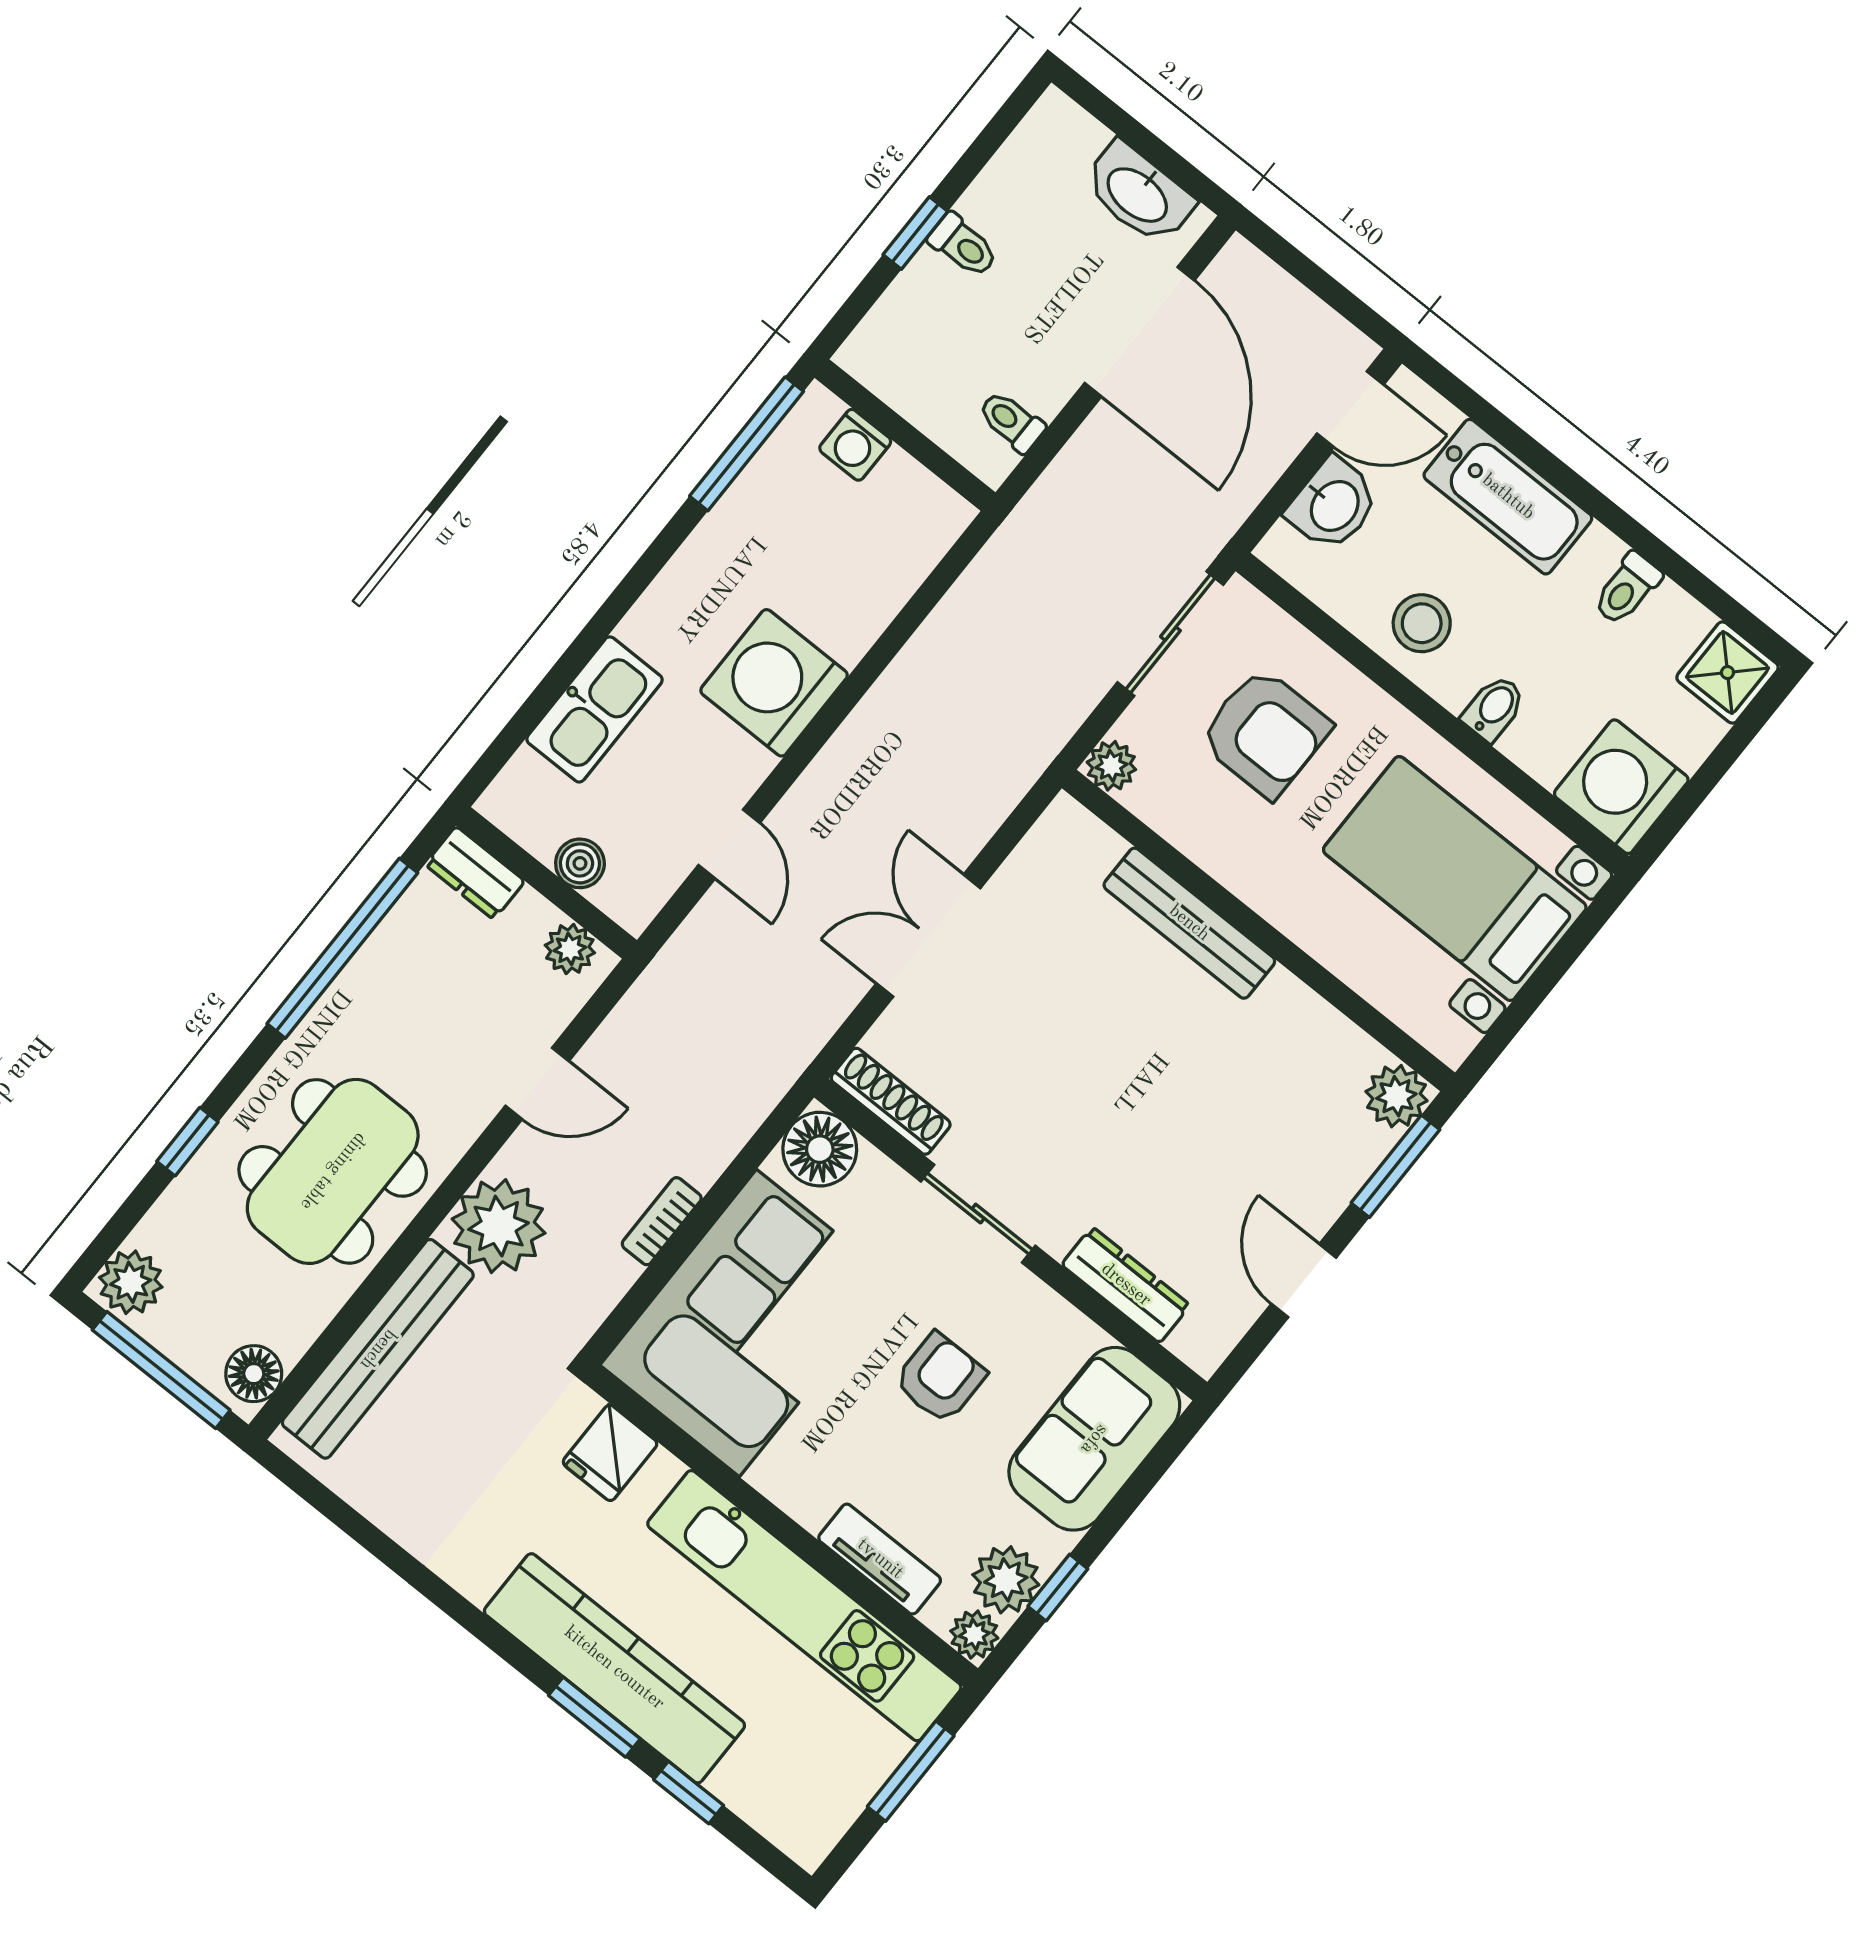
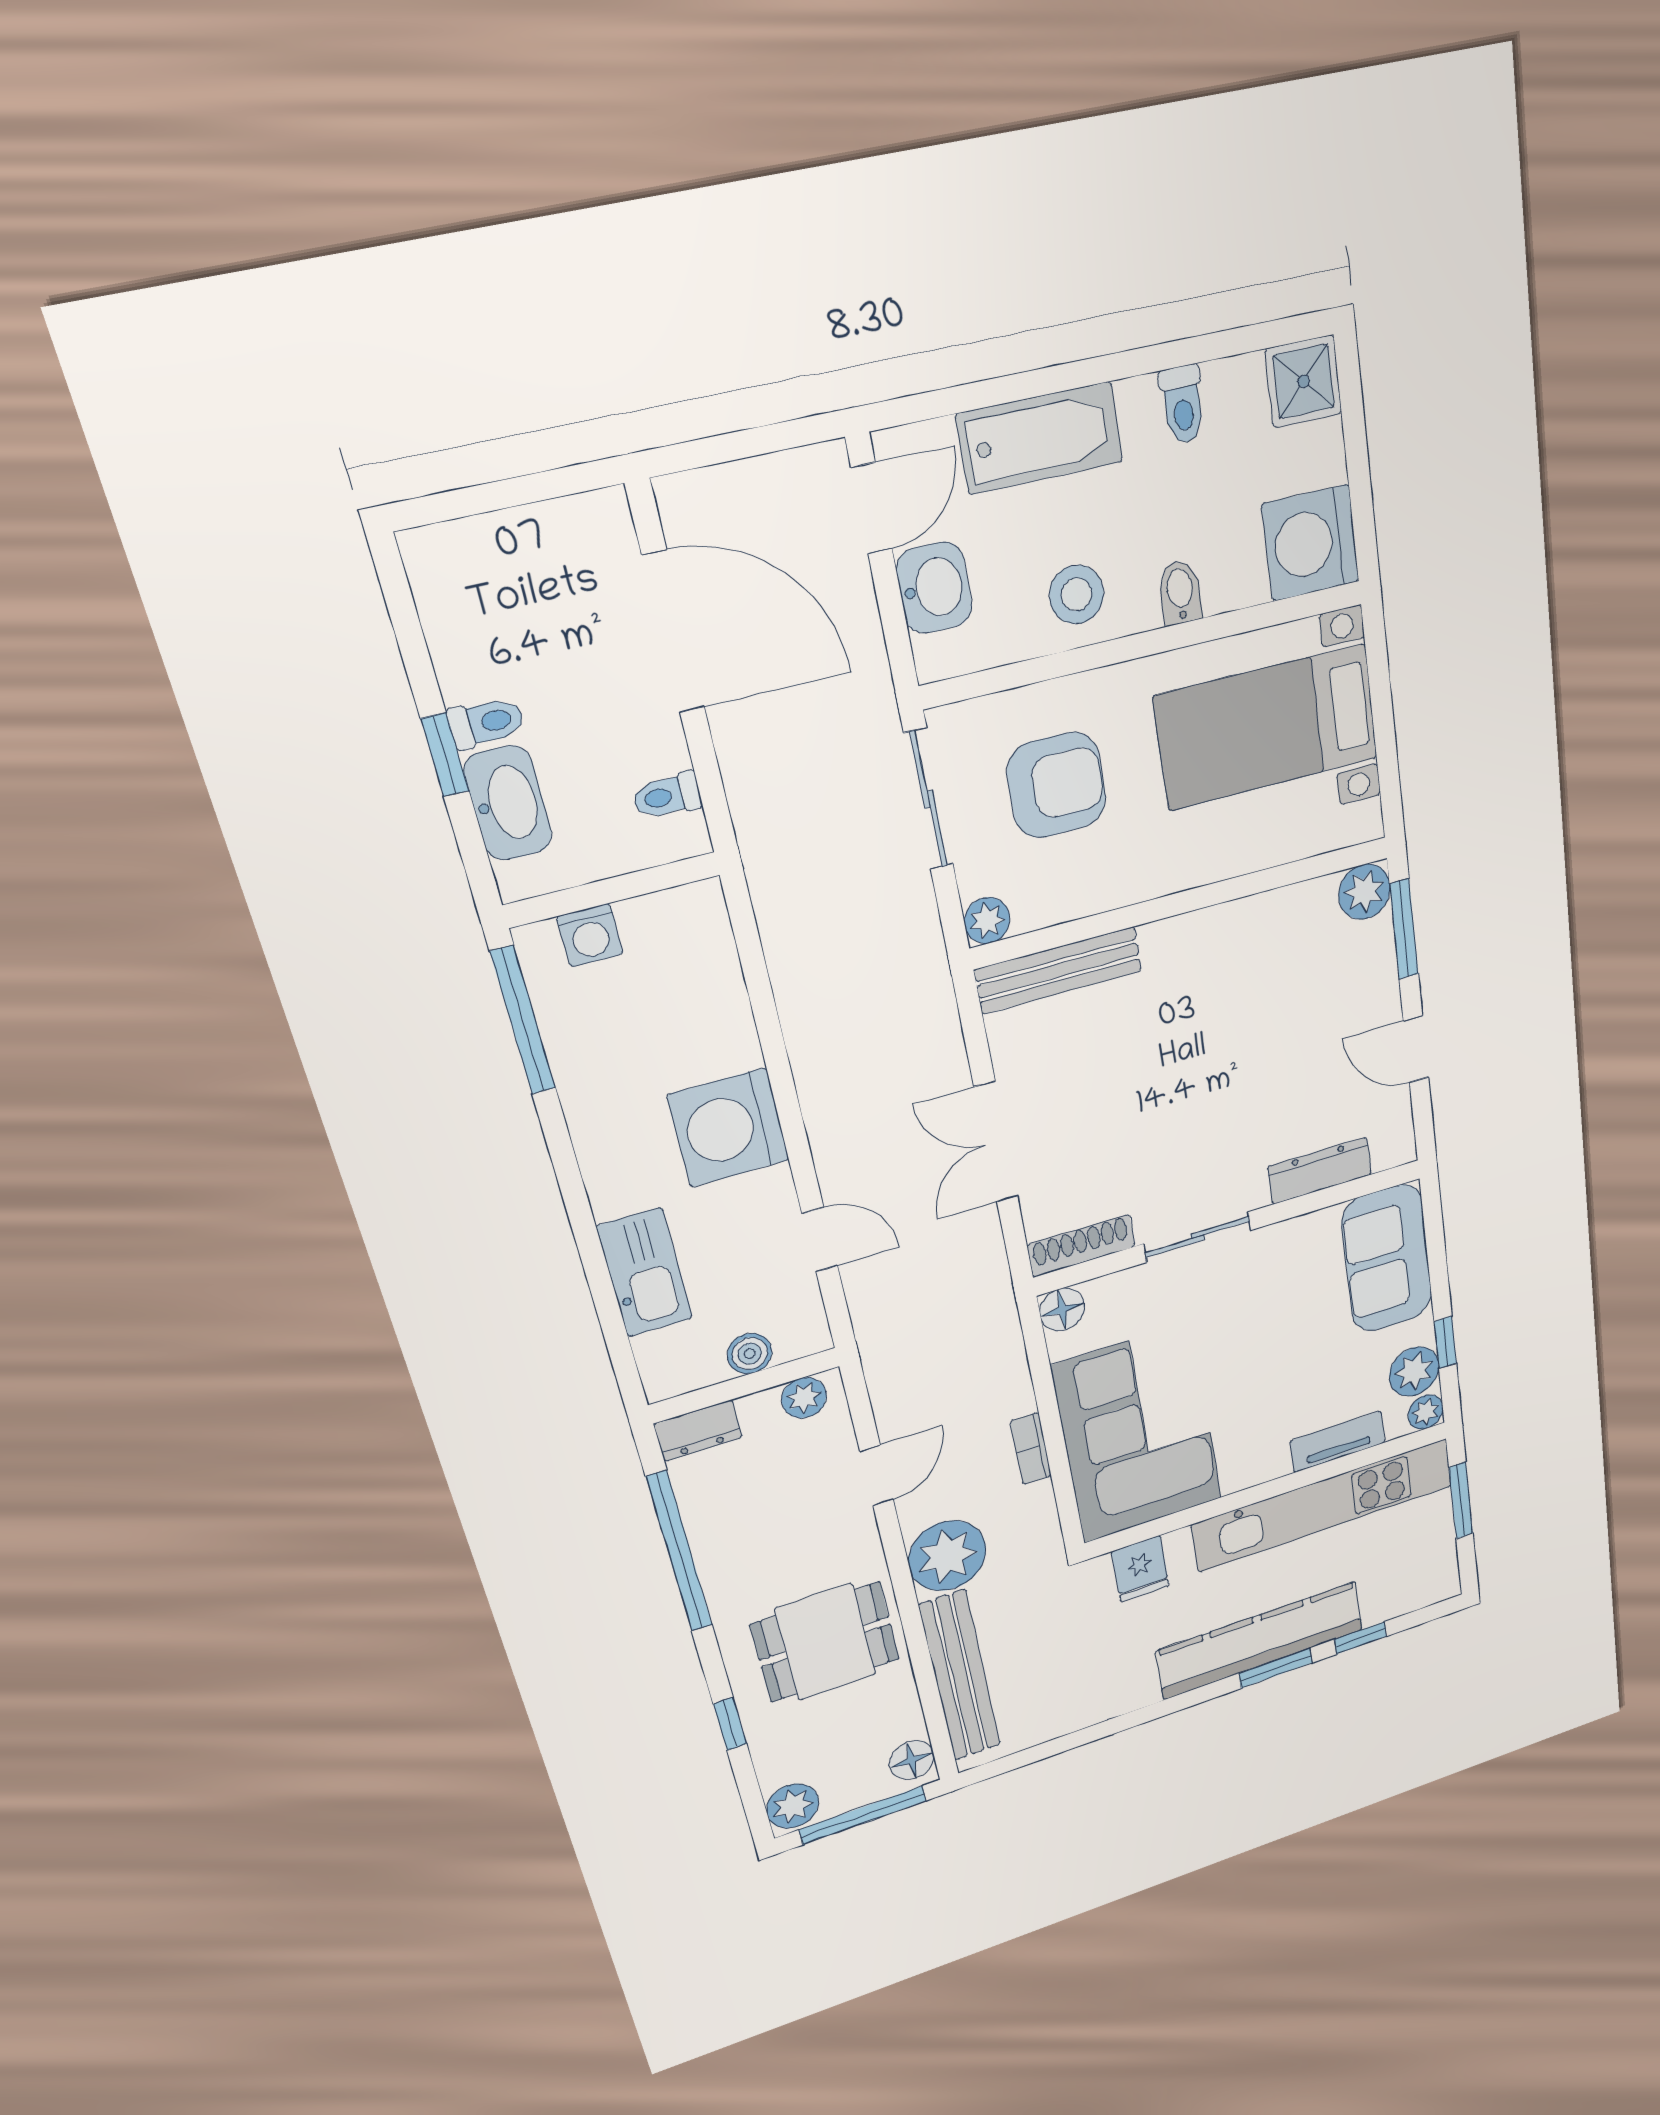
washbasin: (1138, 194) -> (508, 803), moved, turned -90
bench: (1189, 923) -> (1058, 970), moved
floor lamp: (820, 1149) -> (1062, 1310), width x0.73, depth x0.73
dining table: (333, 1171) -> (825, 1642), width x0.73
armchair: (940, 1378) -> (1271, 1332), removed

